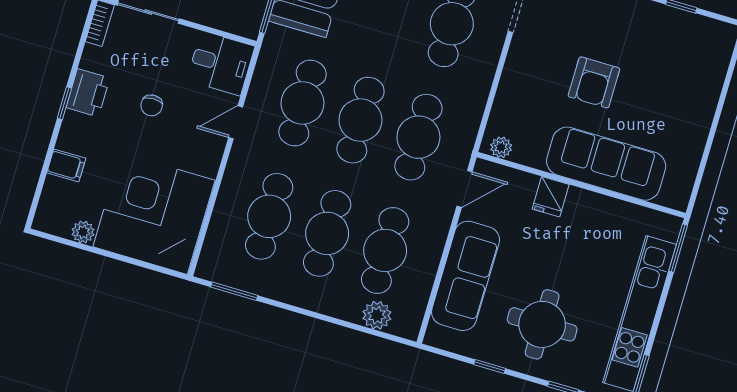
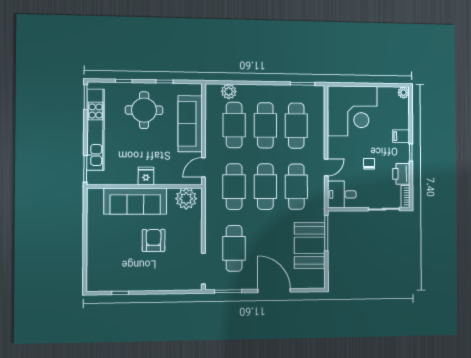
printer: (88, 93) -> (401, 174), moved
plant: (501, 147) -> (186, 199), width x1.88, depth x1.88
filing cabinet: (66, 166) -> (401, 136), moved
fridge: (551, 197) -> (146, 176), moved
plant: (83, 232) -> (404, 93), moved

